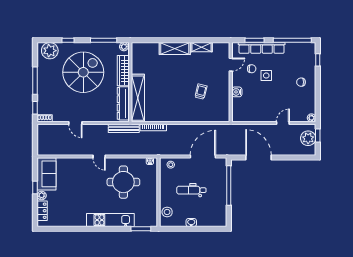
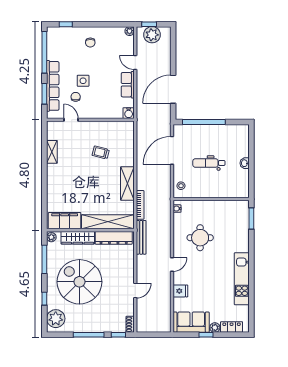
shelving: (175, 49) -> (127, 184), moved
filing cabinet: (139, 59) -> (65, 221), added
water cooler: (237, 92) -> (129, 113), moved
row of seats: (263, 116) -> (128, 85), added
door: (203, 157) -> (172, 150), hinge flipped
fridge: (75, 164) -> (180, 291), added
round table: (123, 182) -> (200, 238), width x0.73, depth x0.73
dental chair: (191, 190) -> (209, 163), turned 90
stool: (167, 212) -> (233, 190), removed
kitchen unit: (110, 220) -> (242, 279), moved

